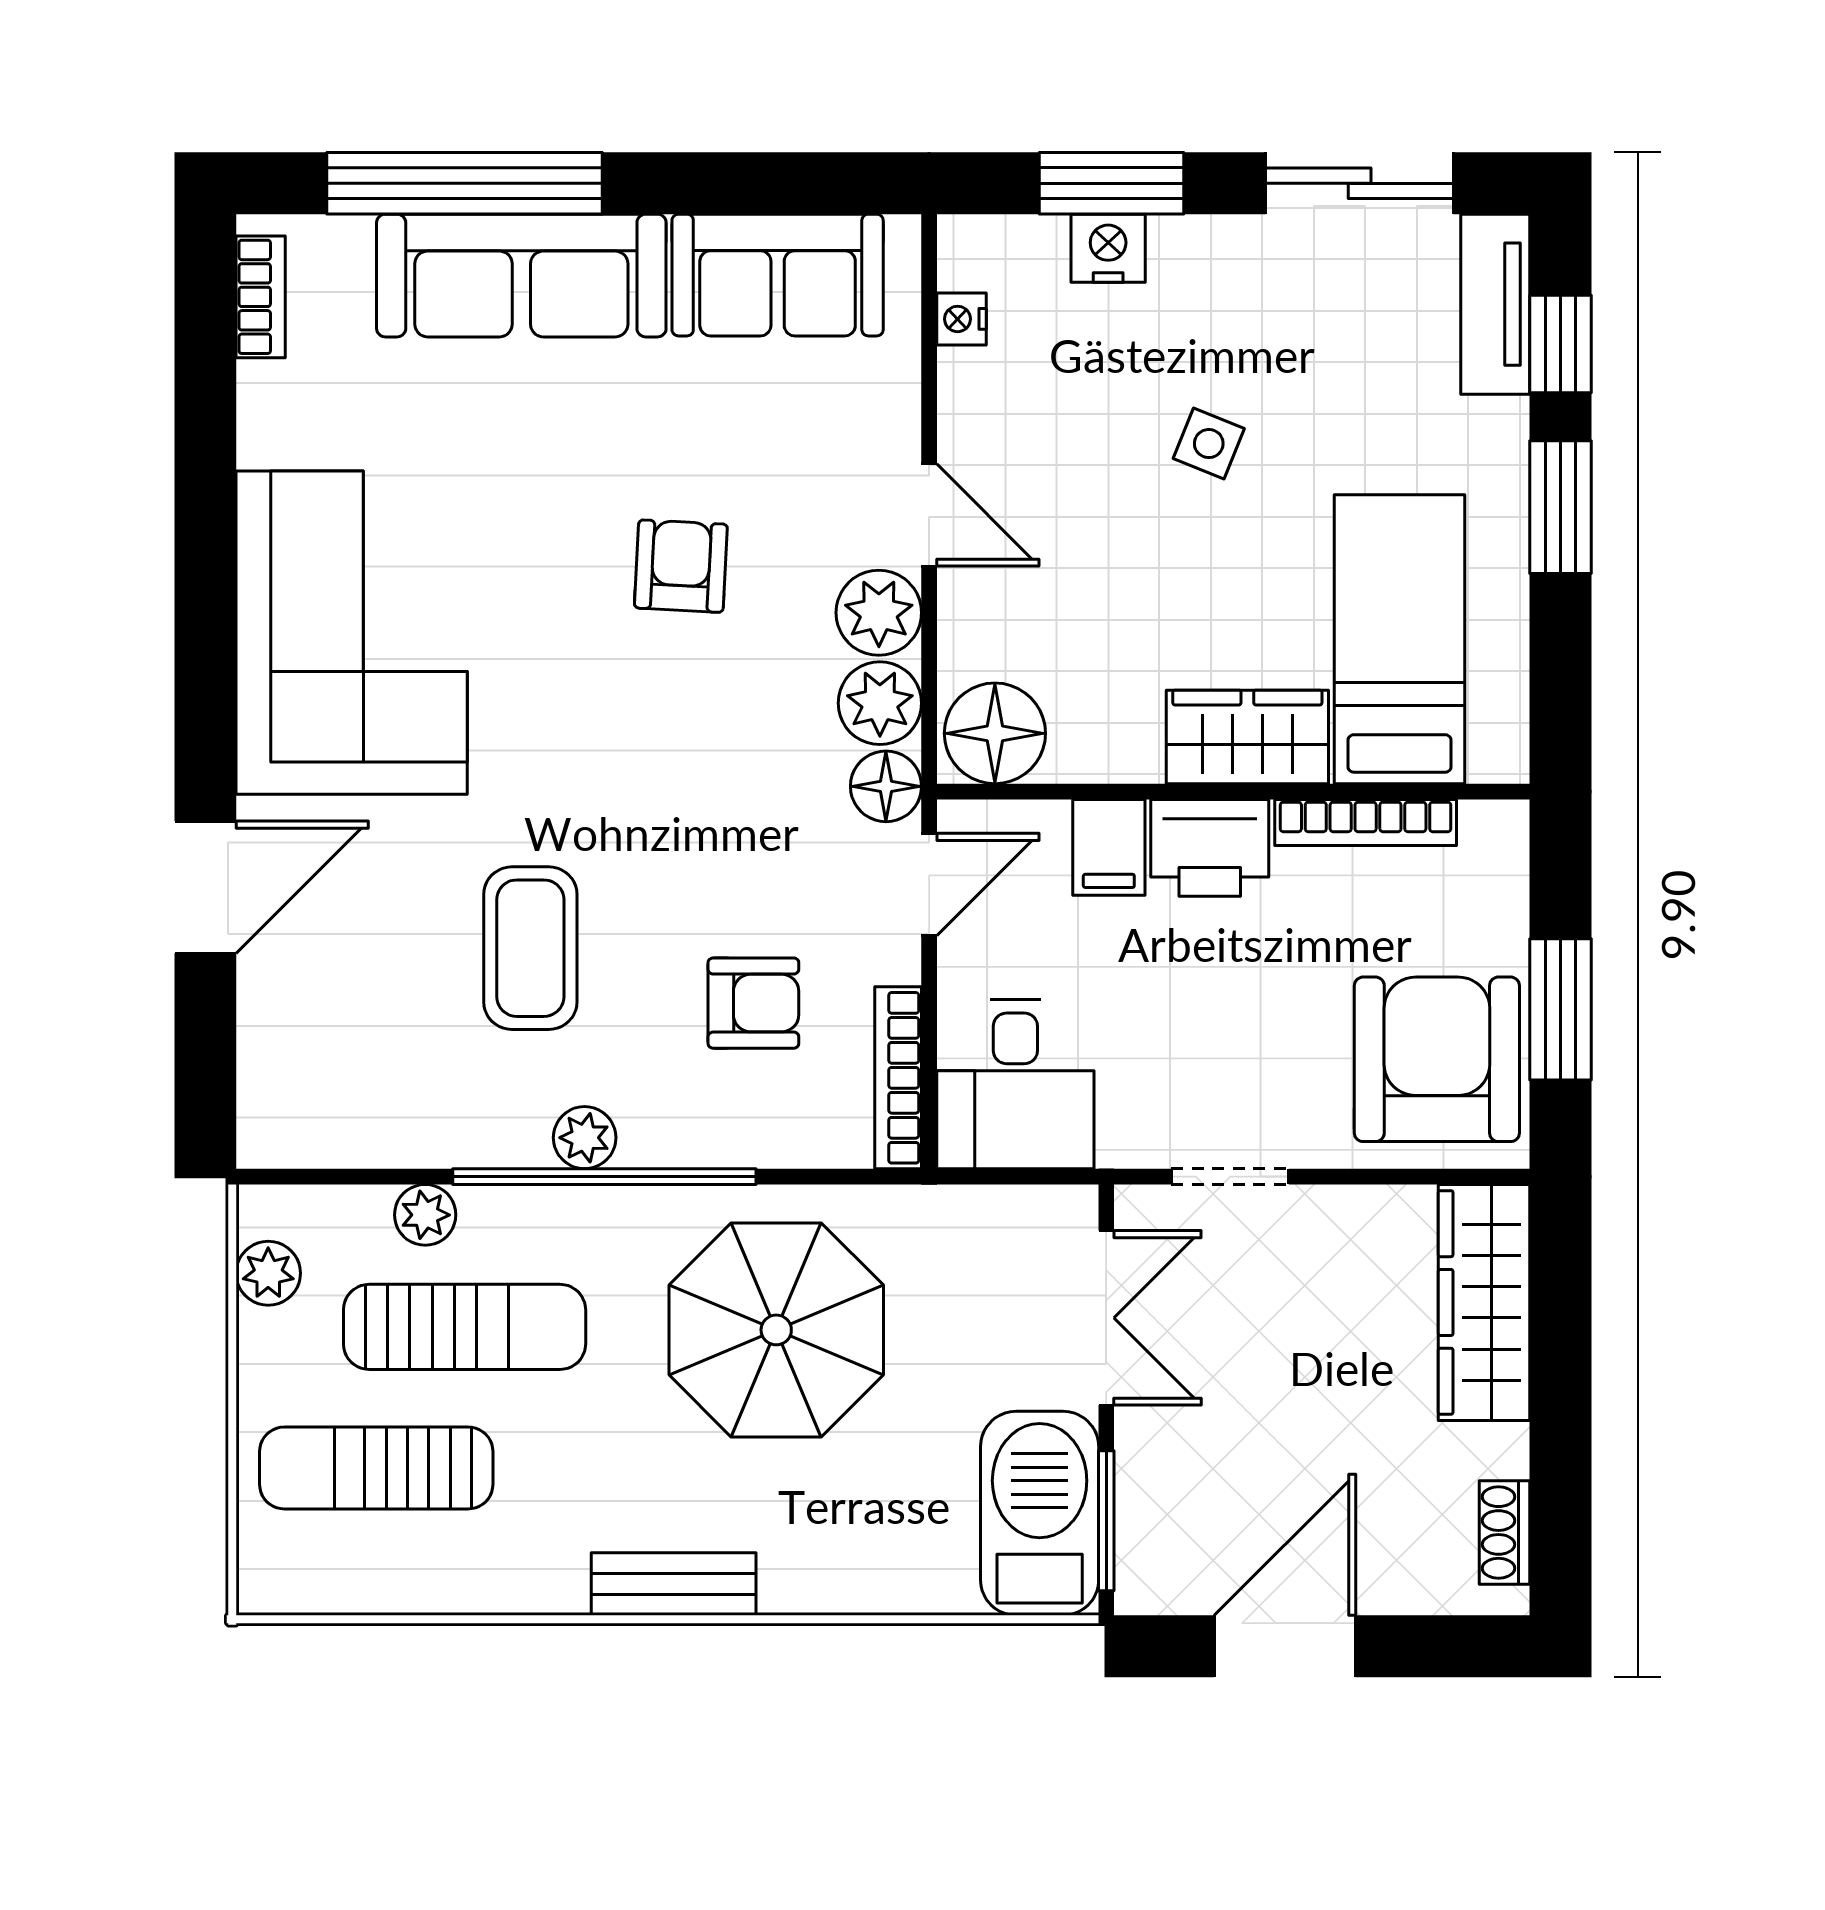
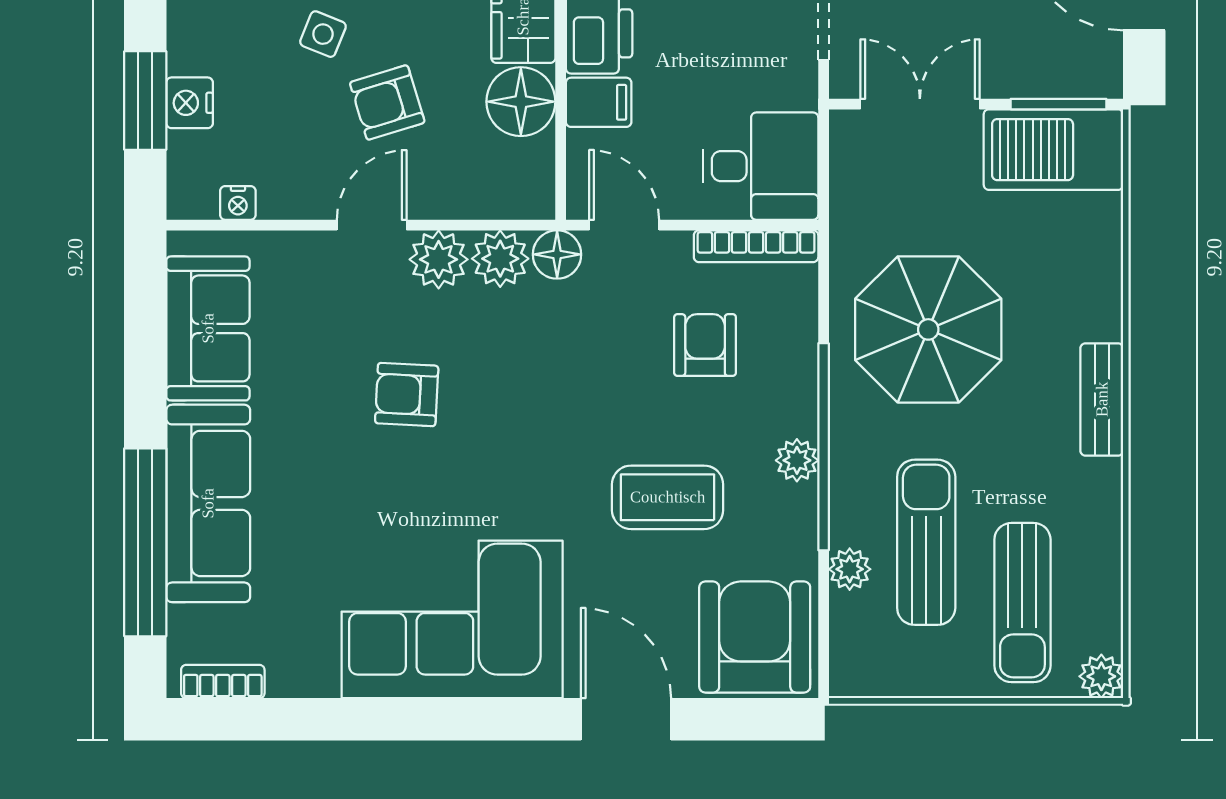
armchair: (1109, 538) -> (387, 102), added
floor lamp: (995, 733) -> (521, 102), moved
armchair: (326, 1076) -> (755, 637), added
plant: (268, 1273) -> (1101, 676), moved

